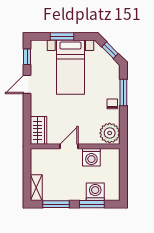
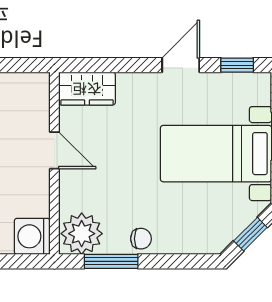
door: (27, 84) -> (181, 65), hinge flipped
window: (123, 92) -> (111, 261), moved
washing machine: (91, 157) -> (32, 236), moved

